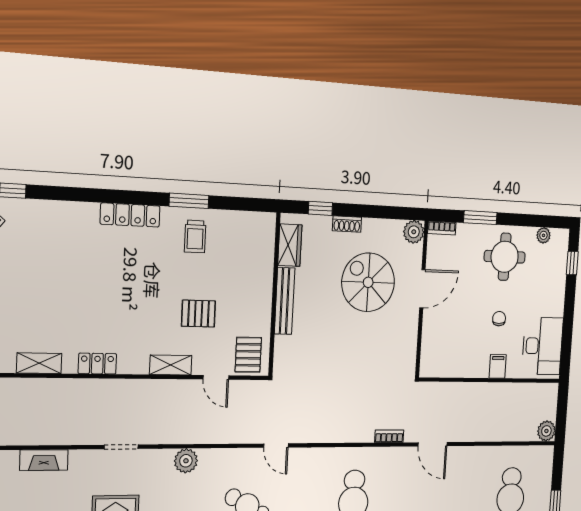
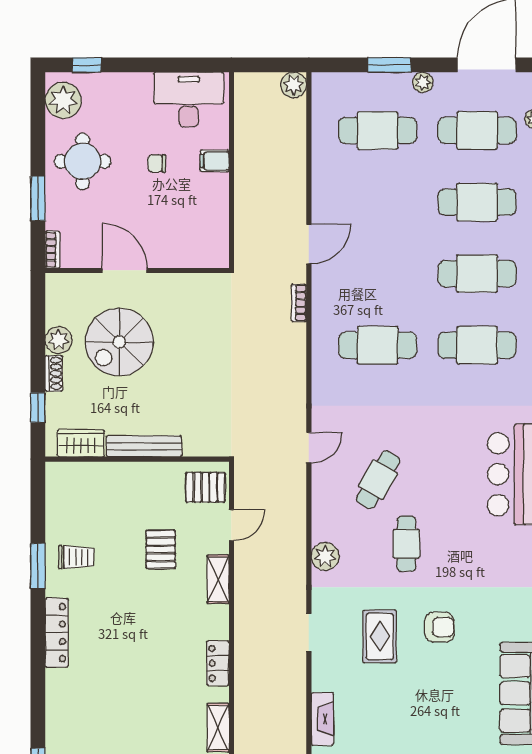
plant: (414, 232) -> (59, 340), moved
plant: (543, 235) -> (63, 100), width x1.87, depth x1.87

